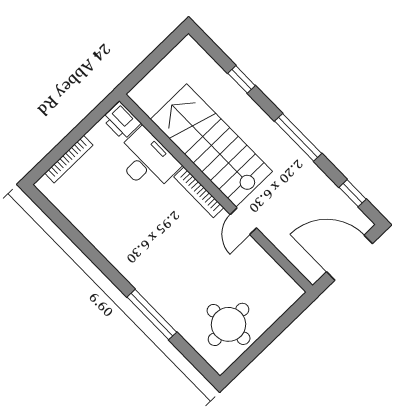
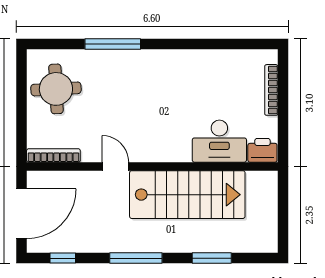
window: (242, 79) -> (212, 258), width x1.50
bookcase: (199, 192) -> (53, 155), moved

